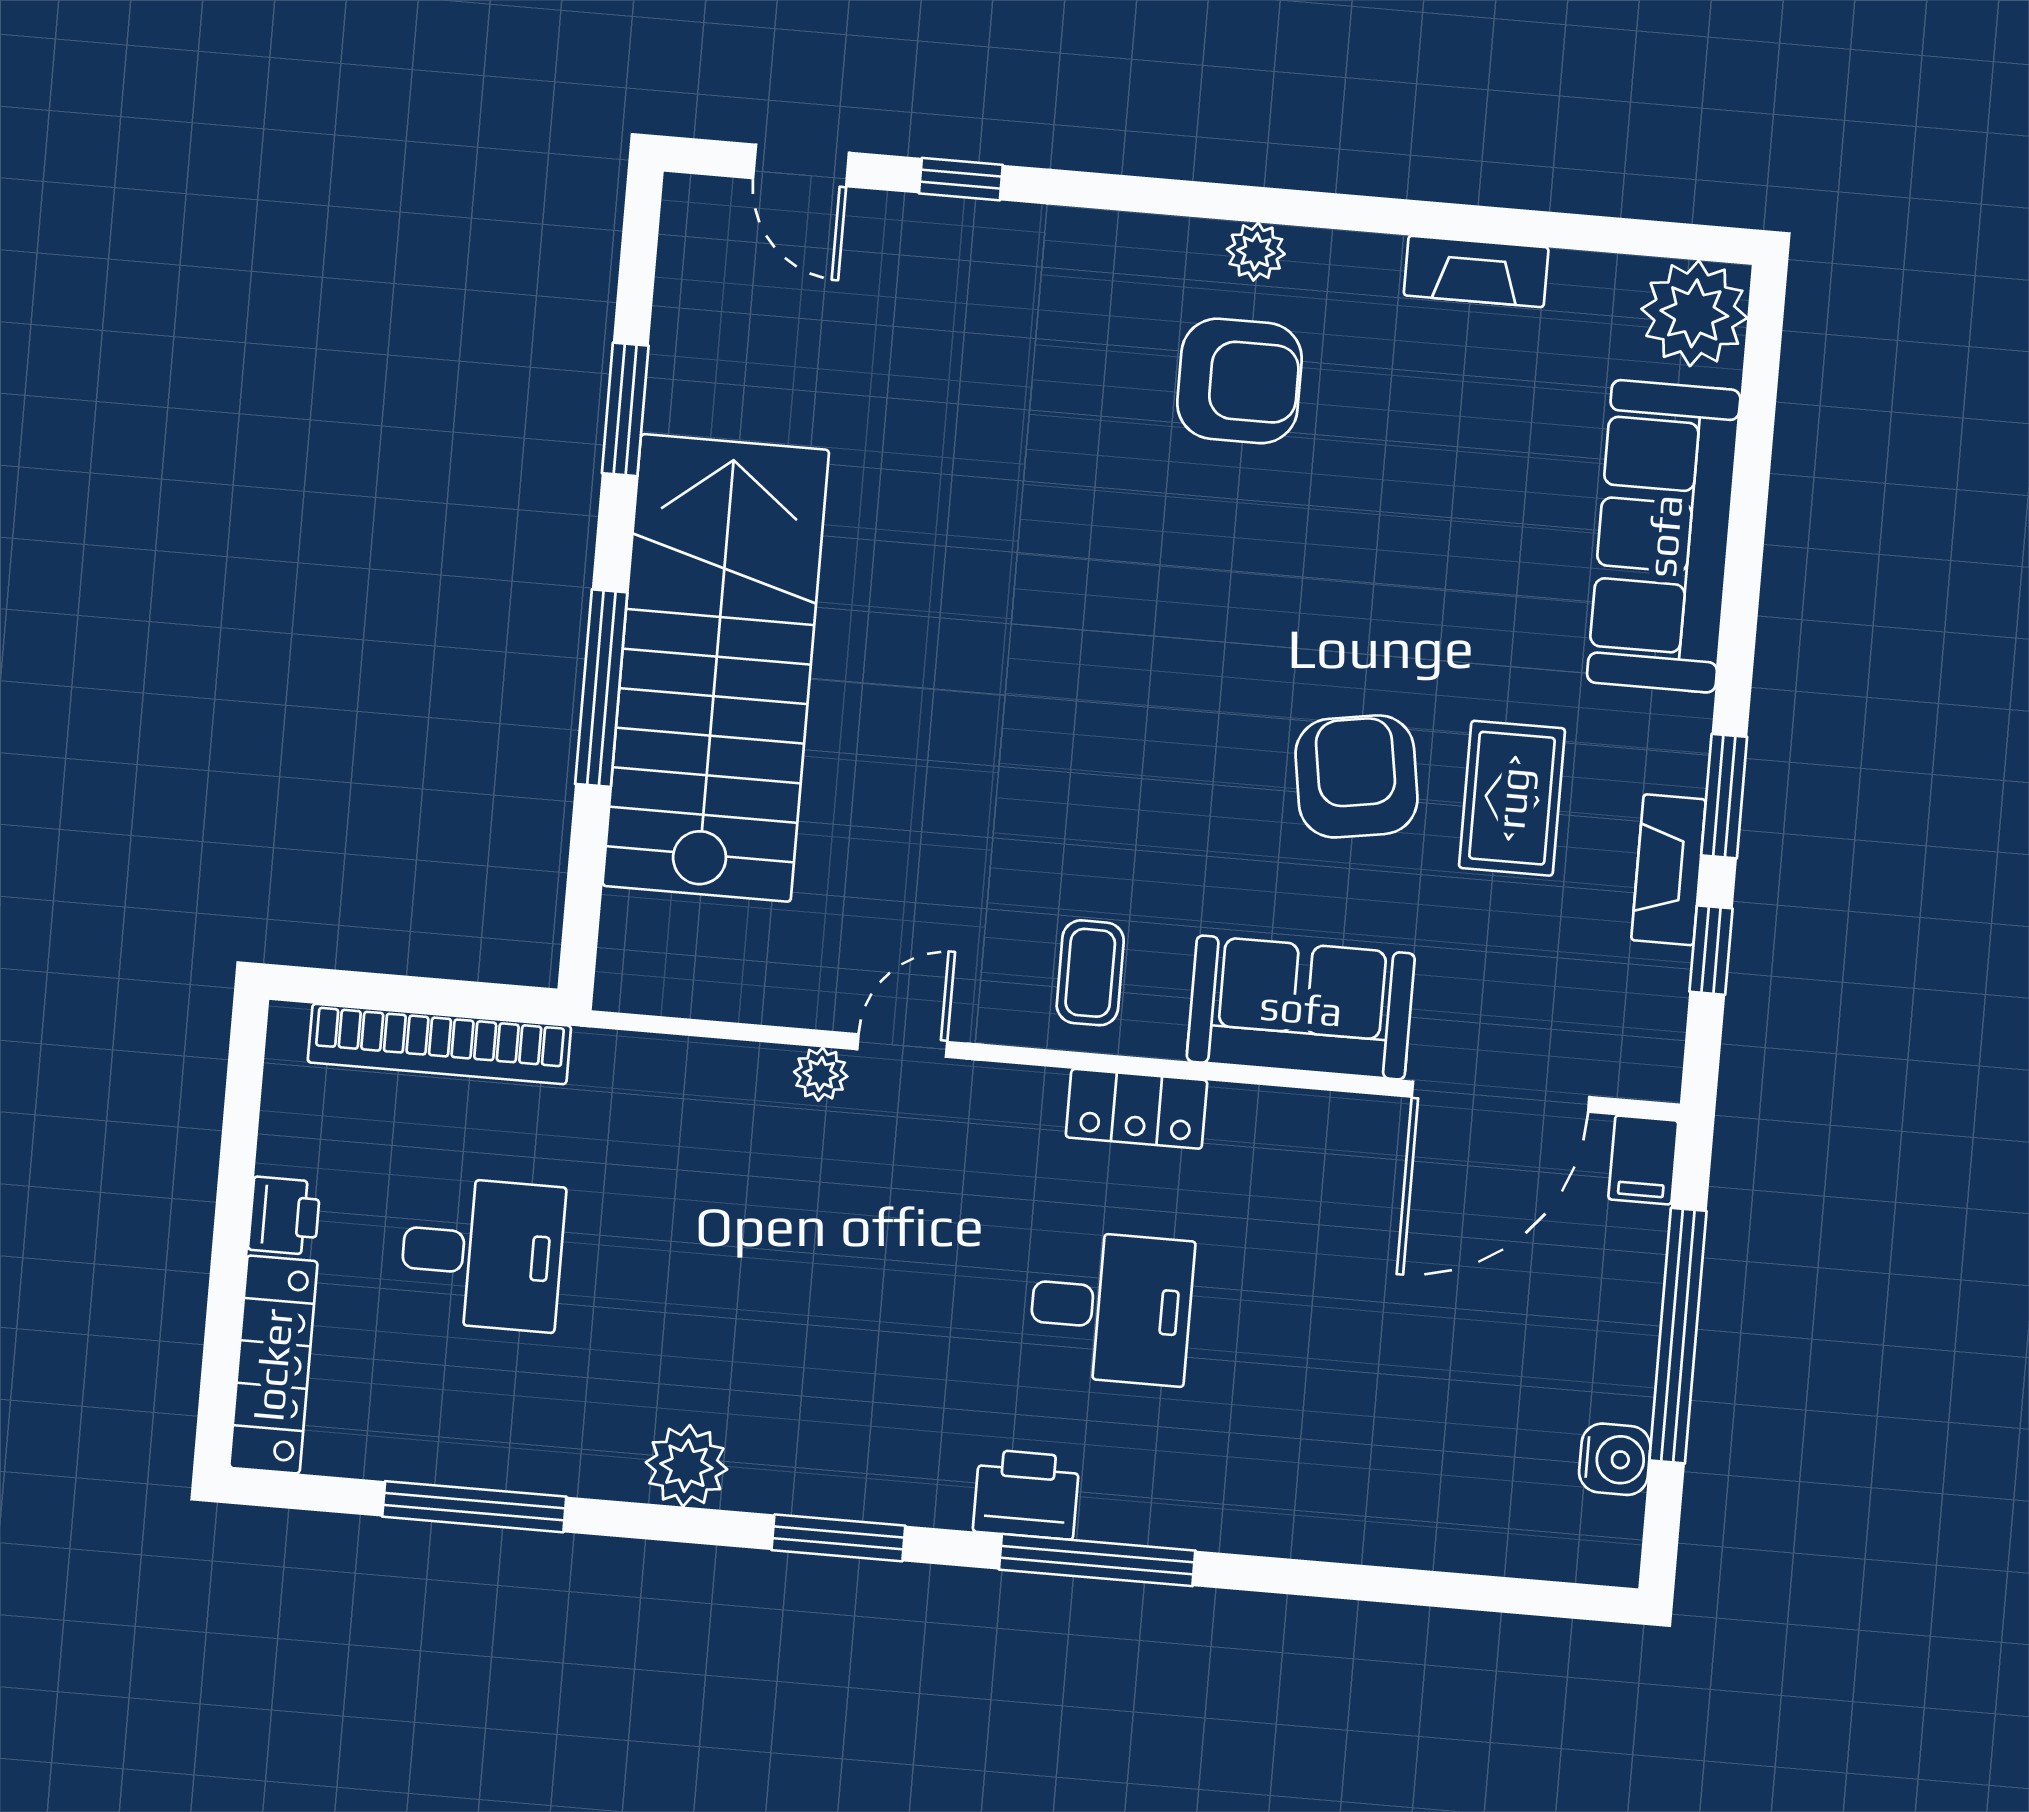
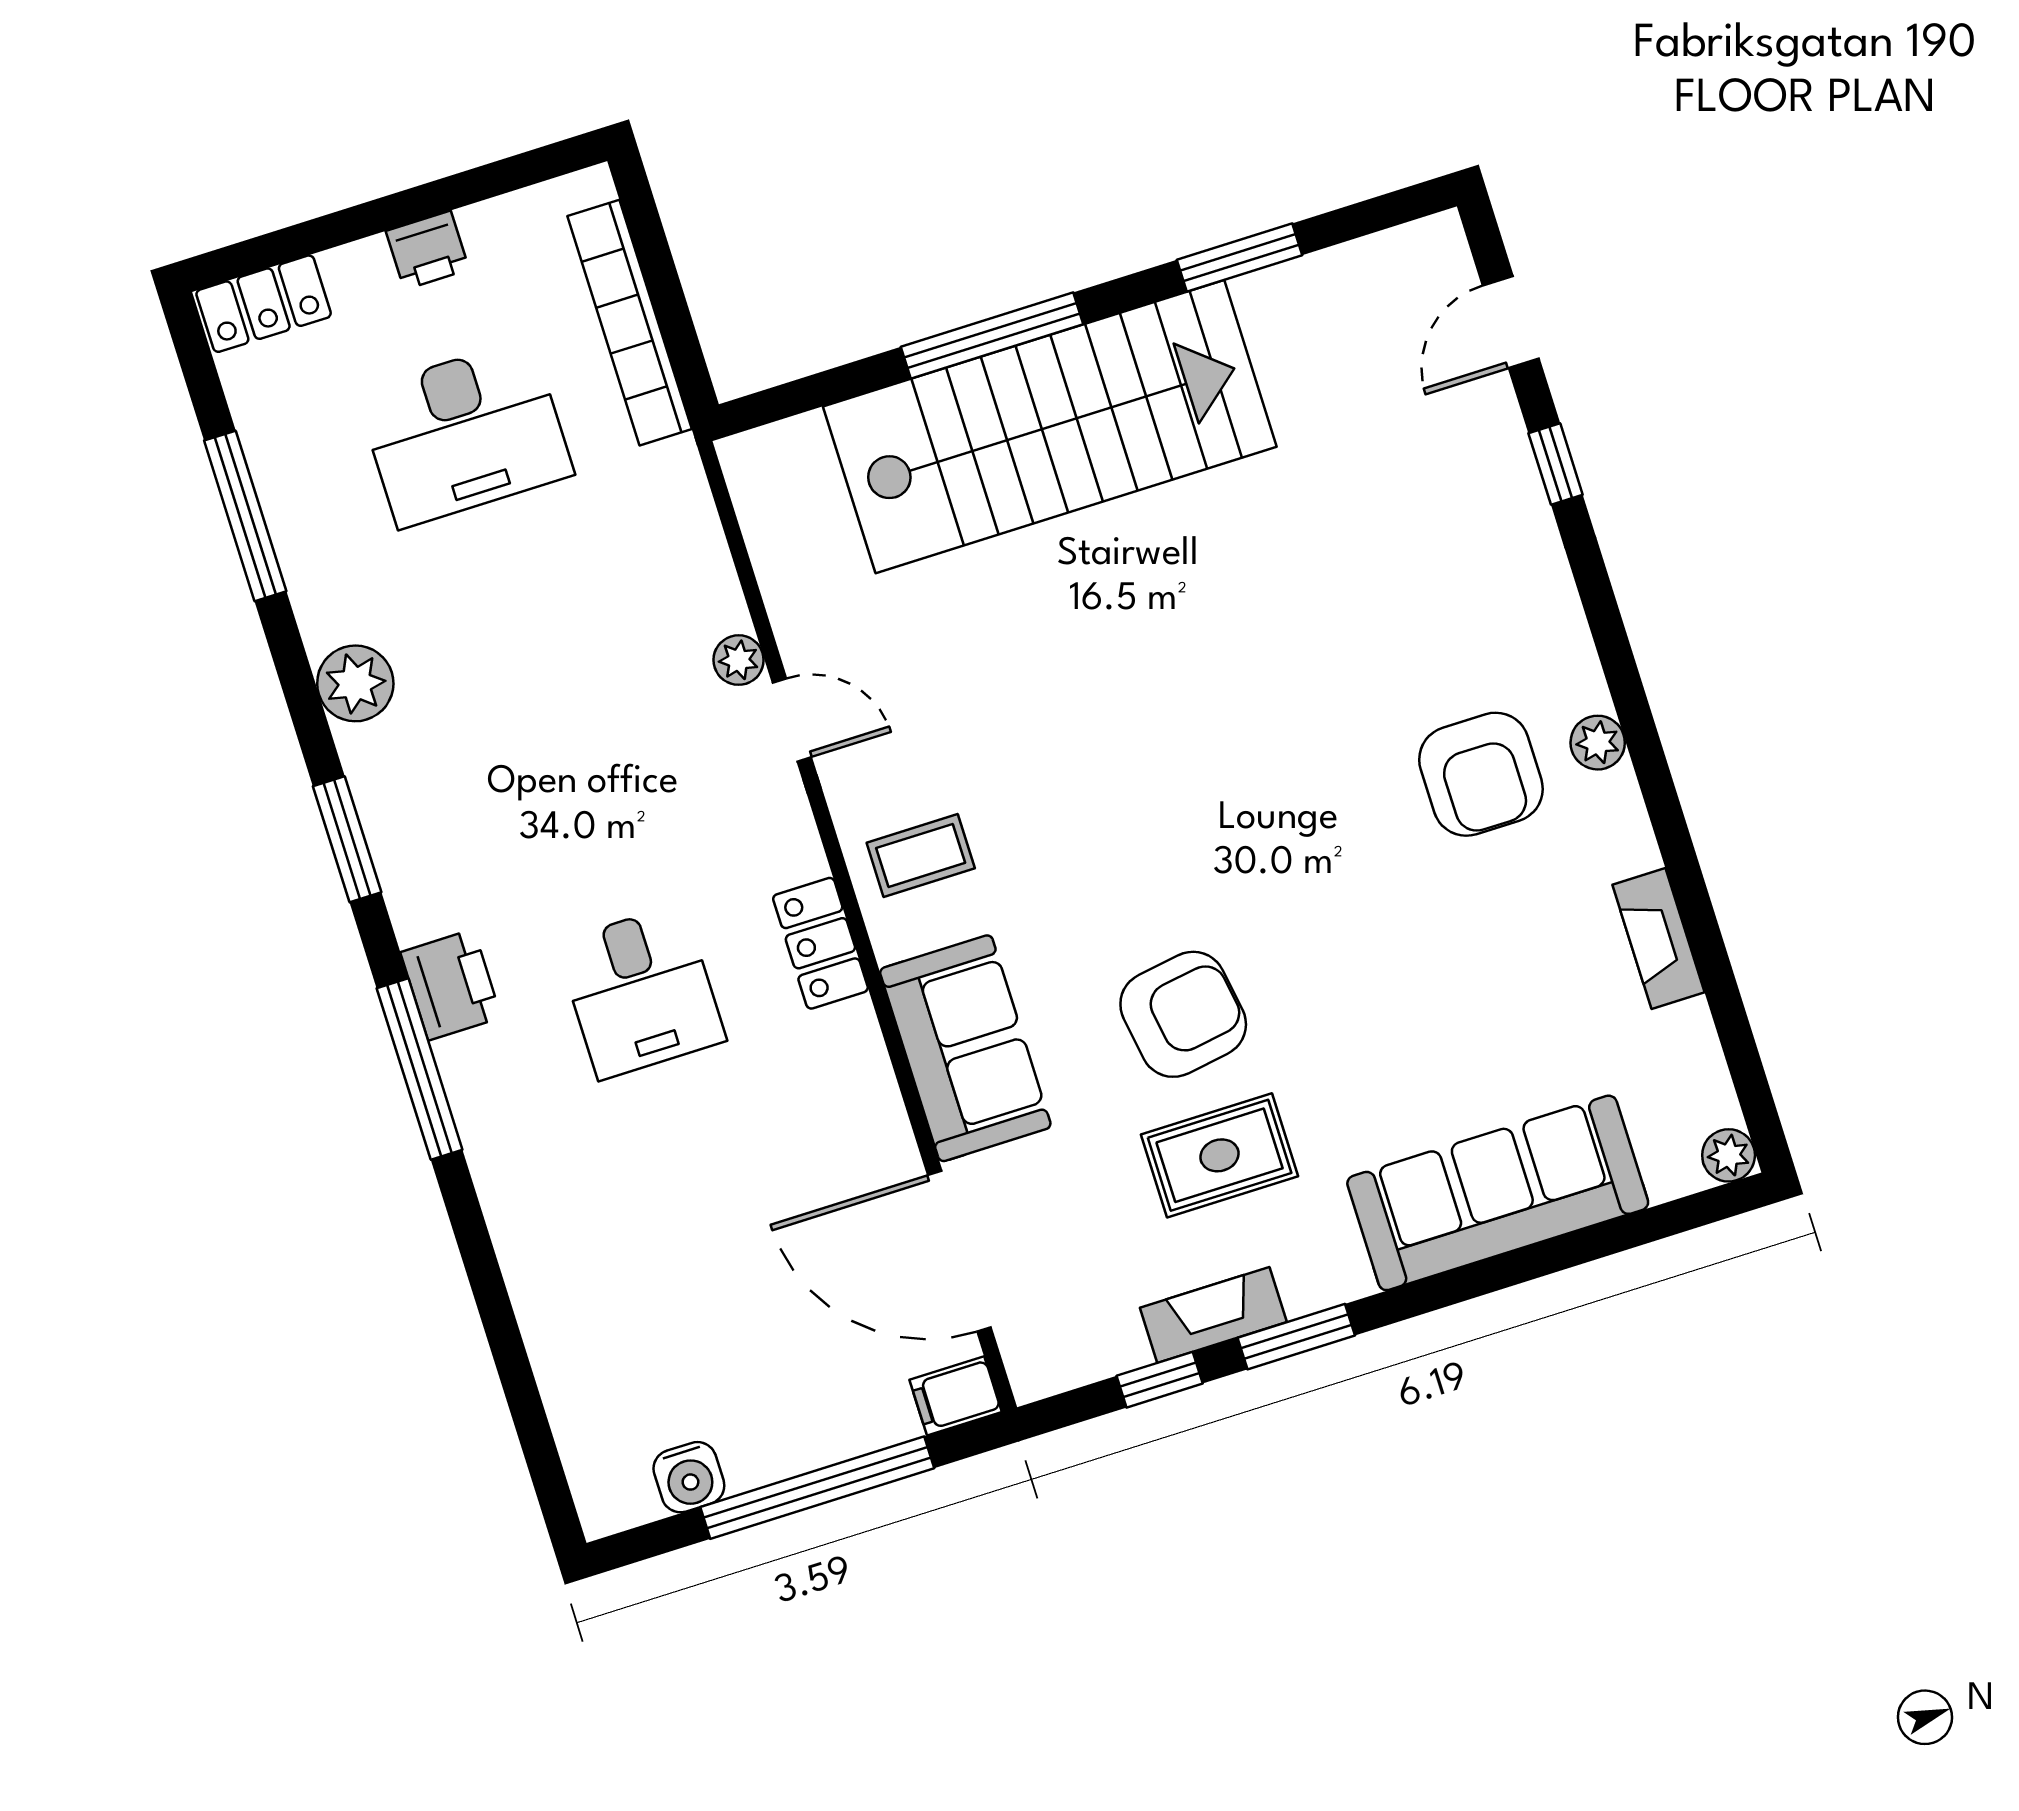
plant: (1694, 313) -> (1729, 1155), width x0.53, depth x0.53
desk: (482, 1254) -> (465, 433), width x1.37
locker: (273, 1365) -> (264, 304), width x0.66

